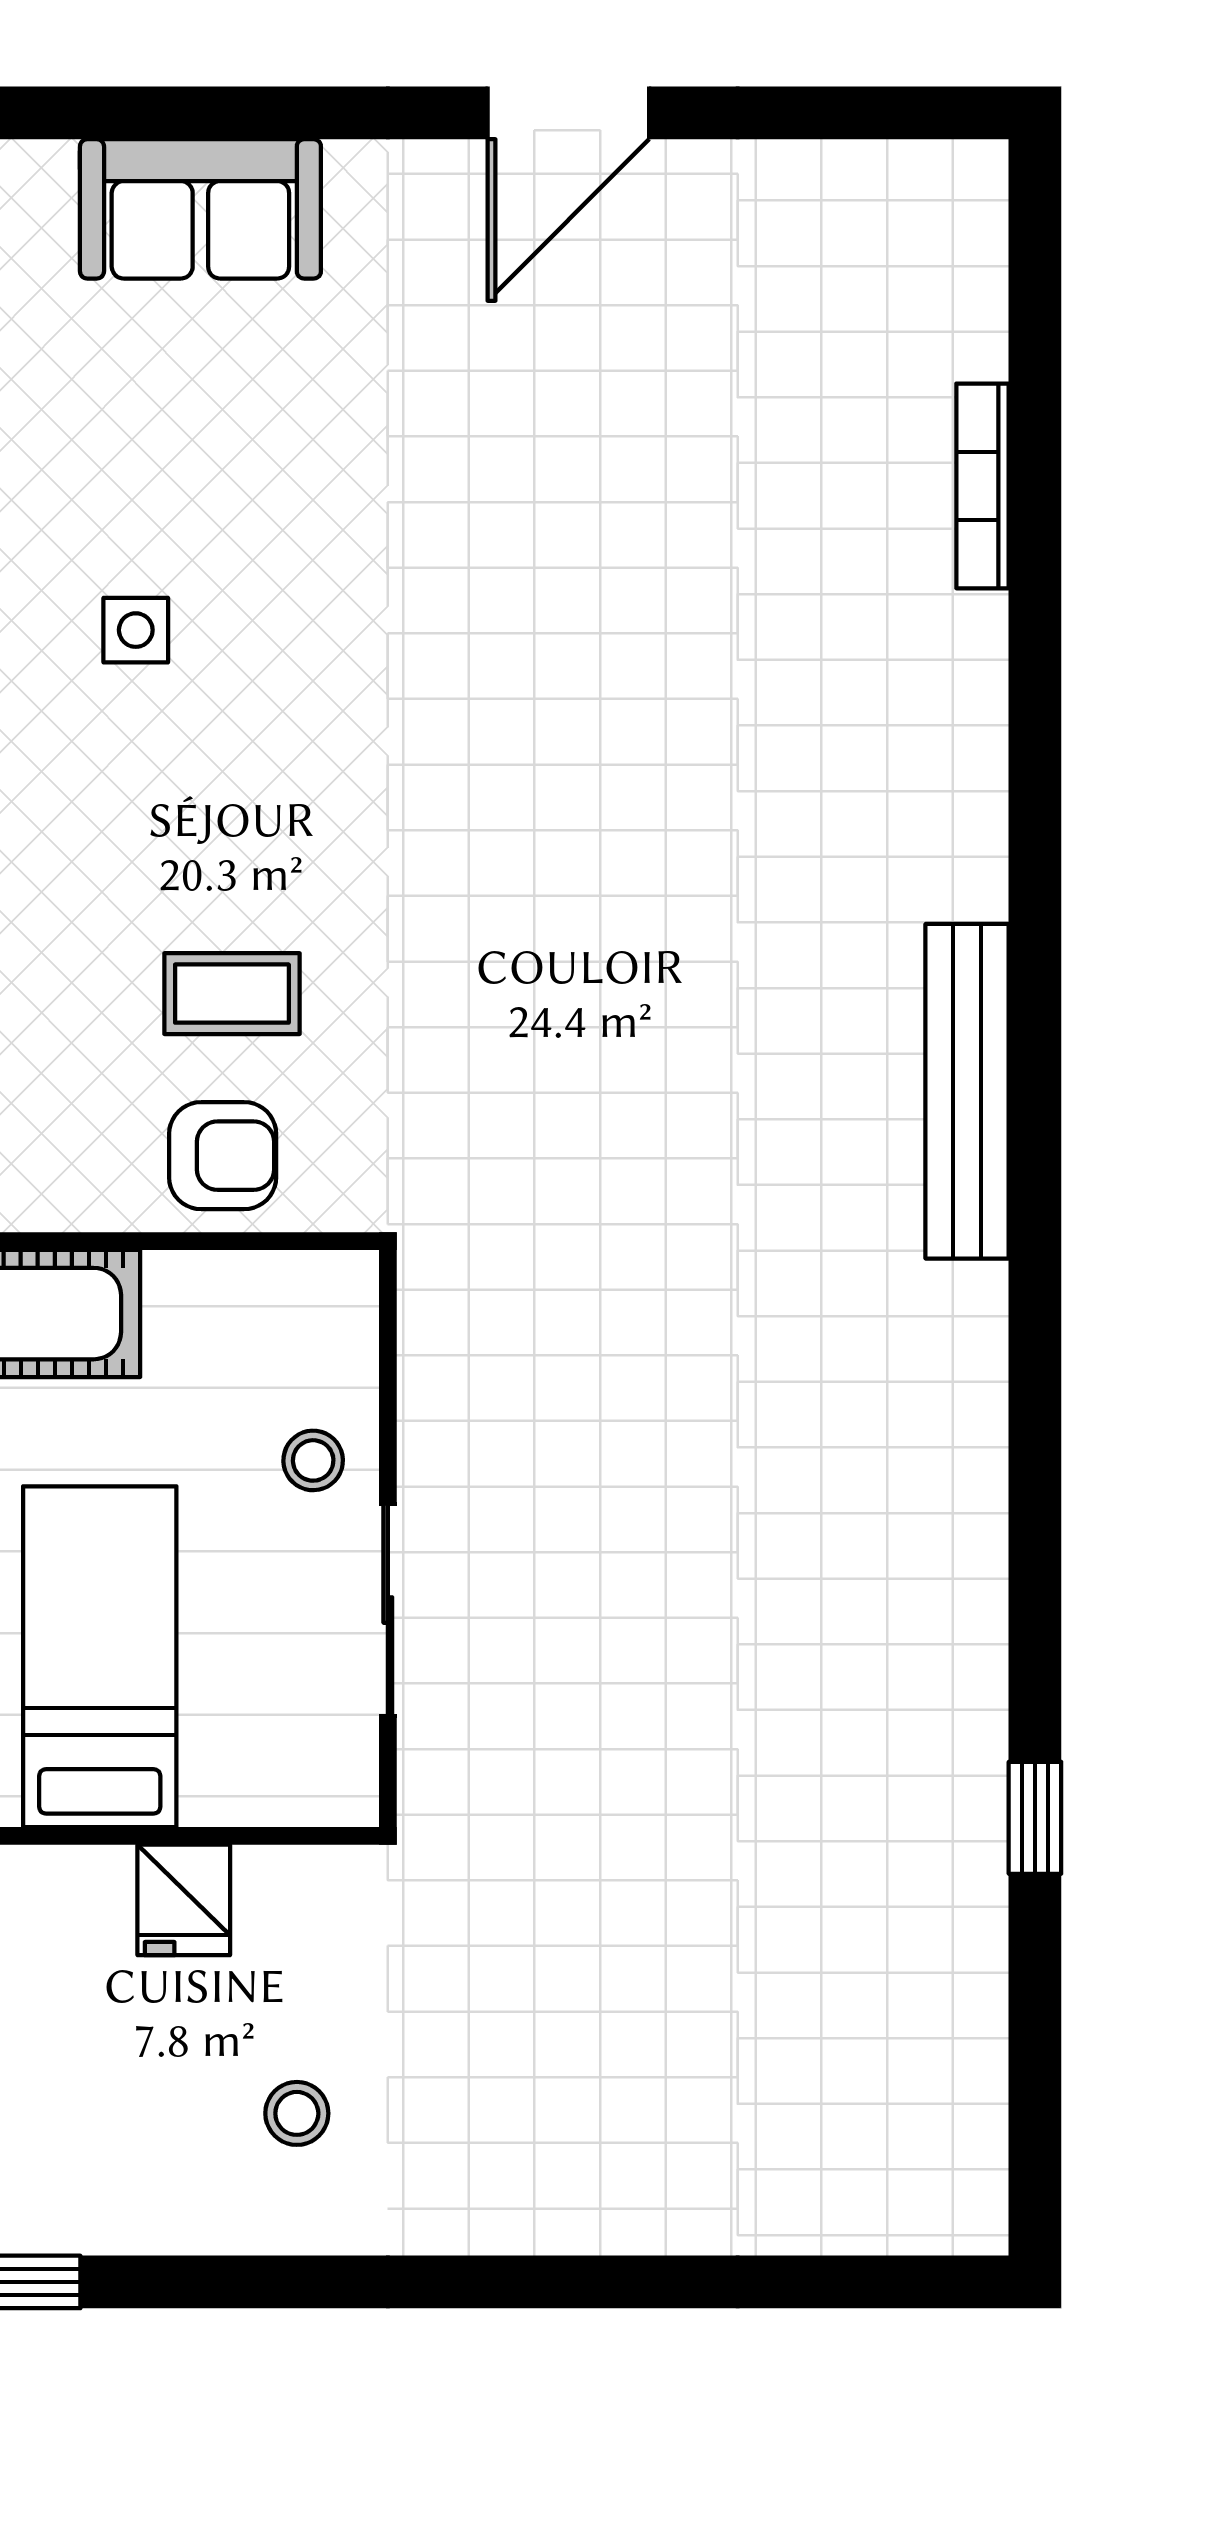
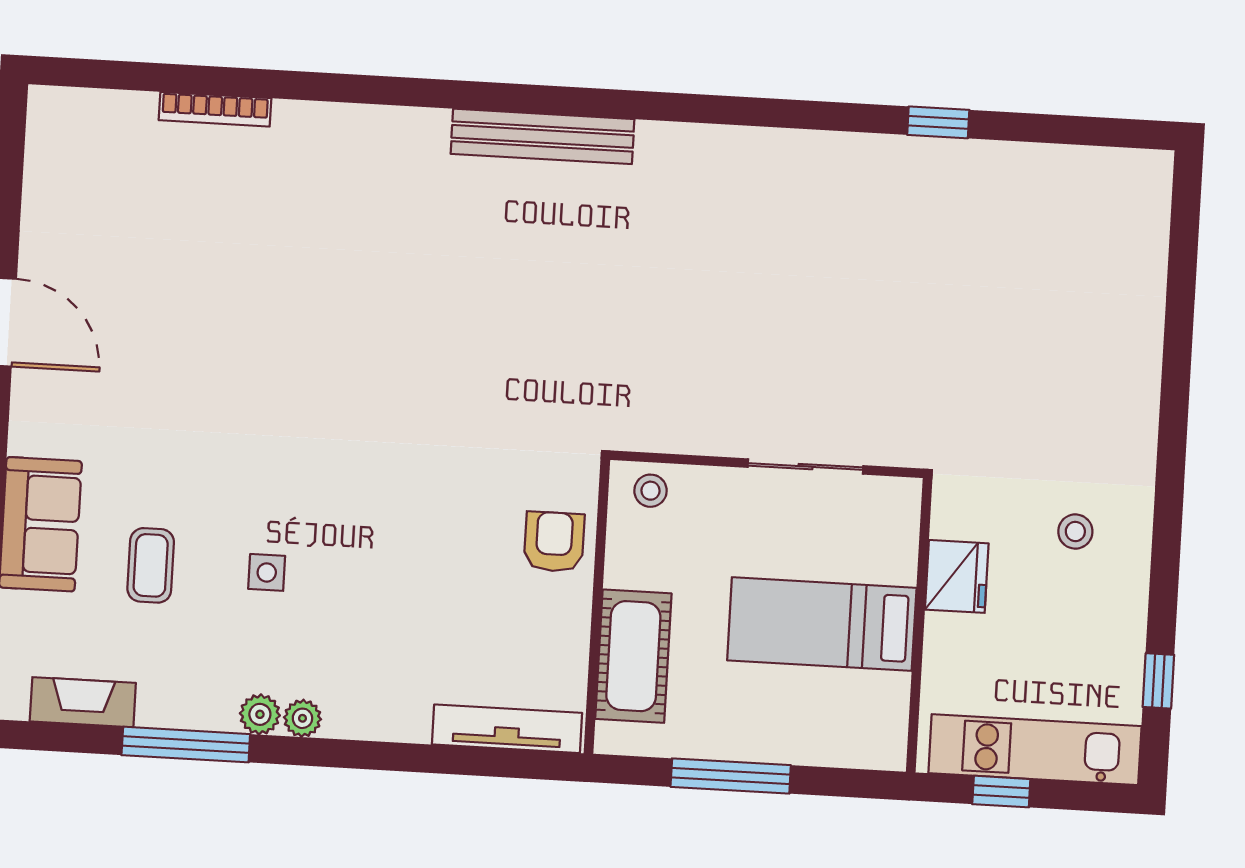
coffee table: (232, 994) -> (151, 565), moved
stool: (313, 1460) -> (651, 491), moved
fridge: (184, 1900) -> (957, 576), width x1.38

